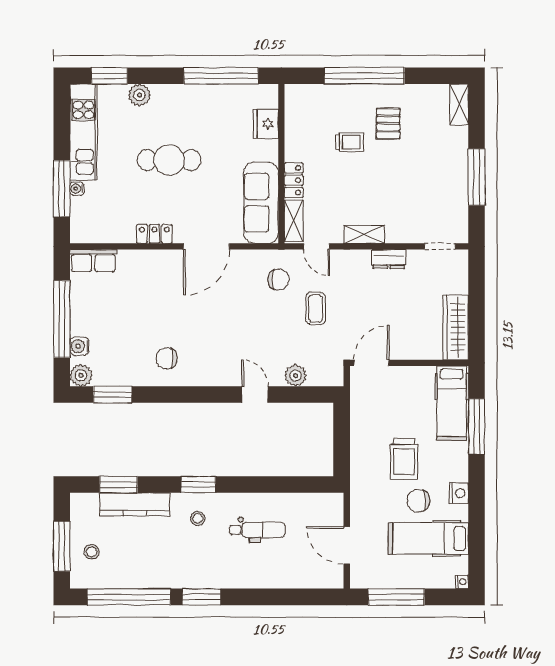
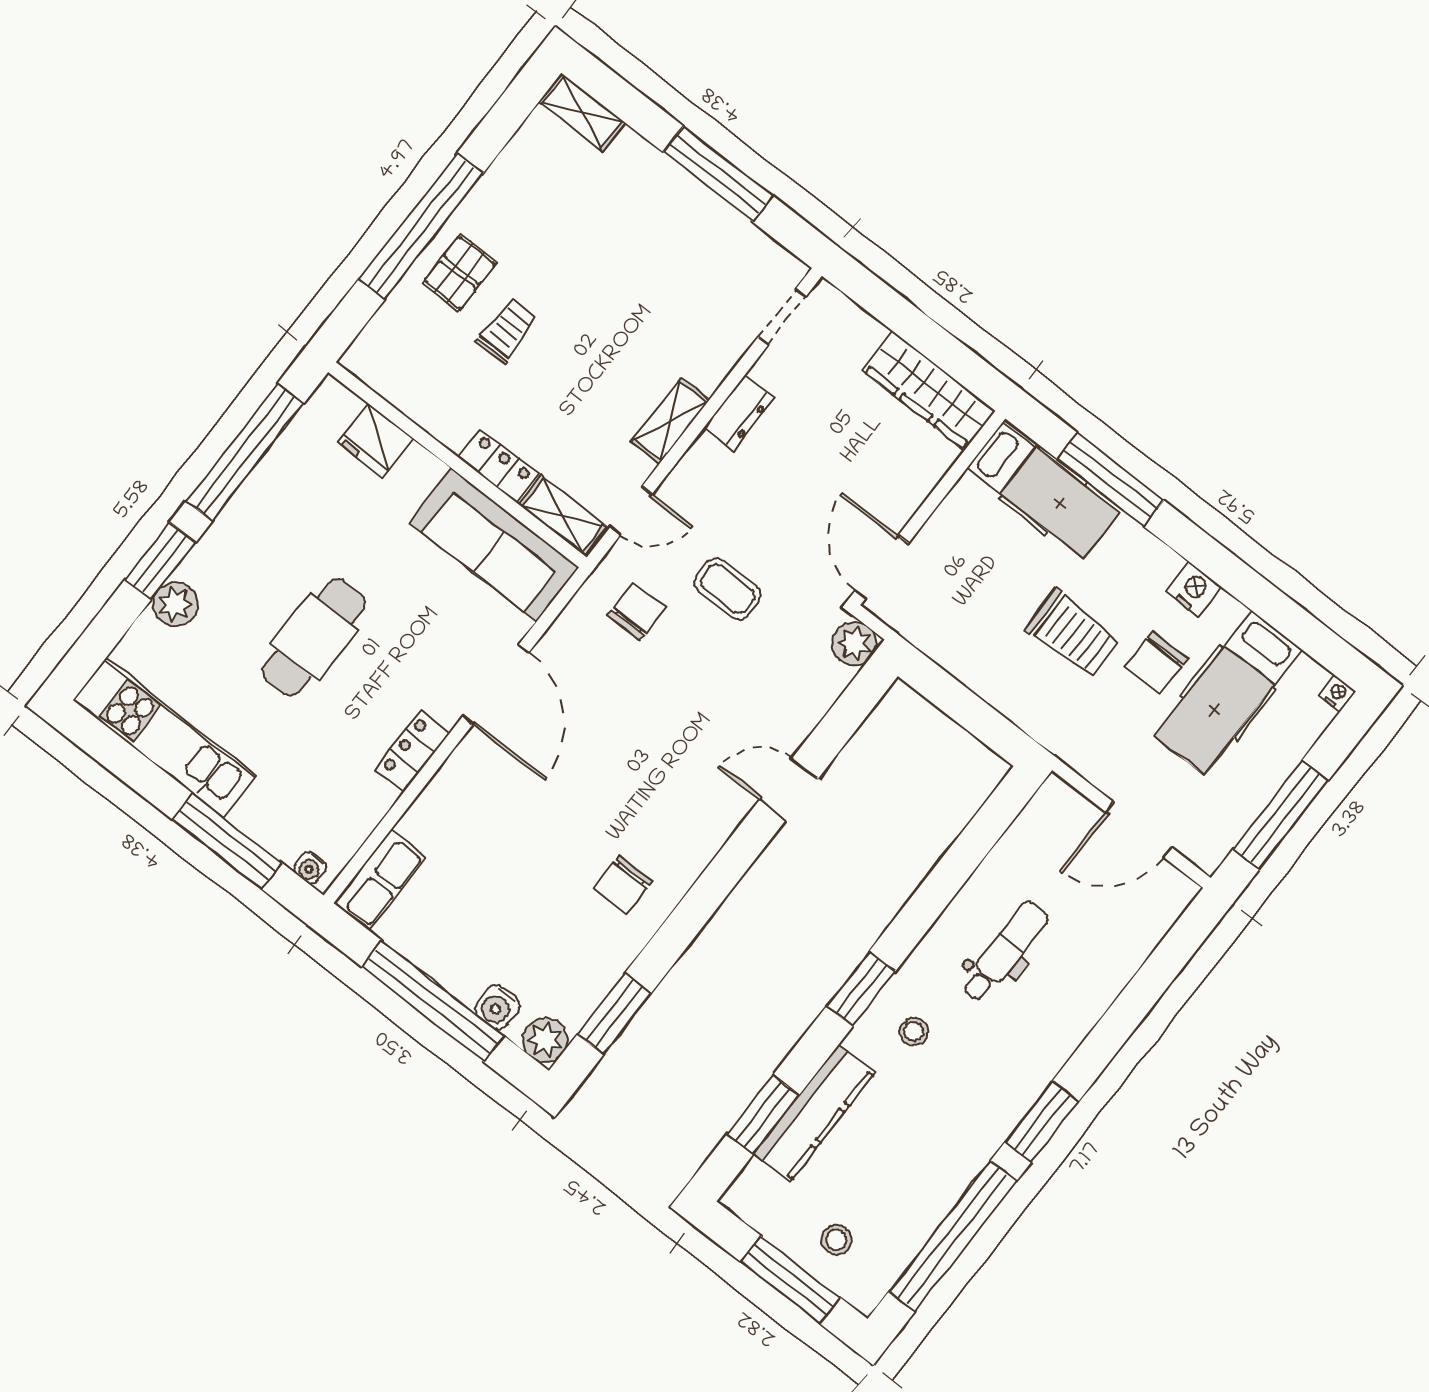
window: (109, 76) -> (160, 561), moved
pallet: (388, 123) -> (460, 273), moved, turned 90
water cooler: (77, 189) -> (310, 868), moved
plant: (296, 376) -> (854, 644), moved

